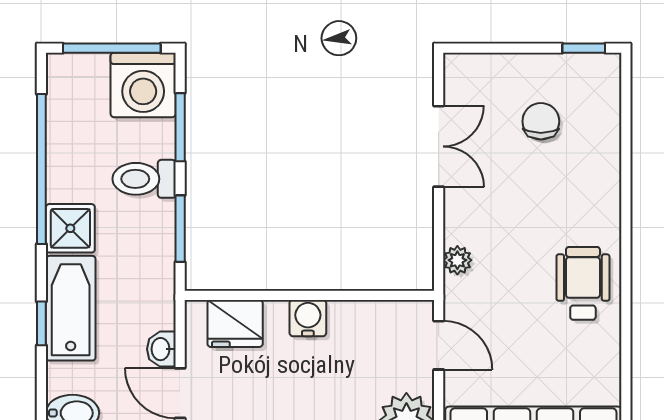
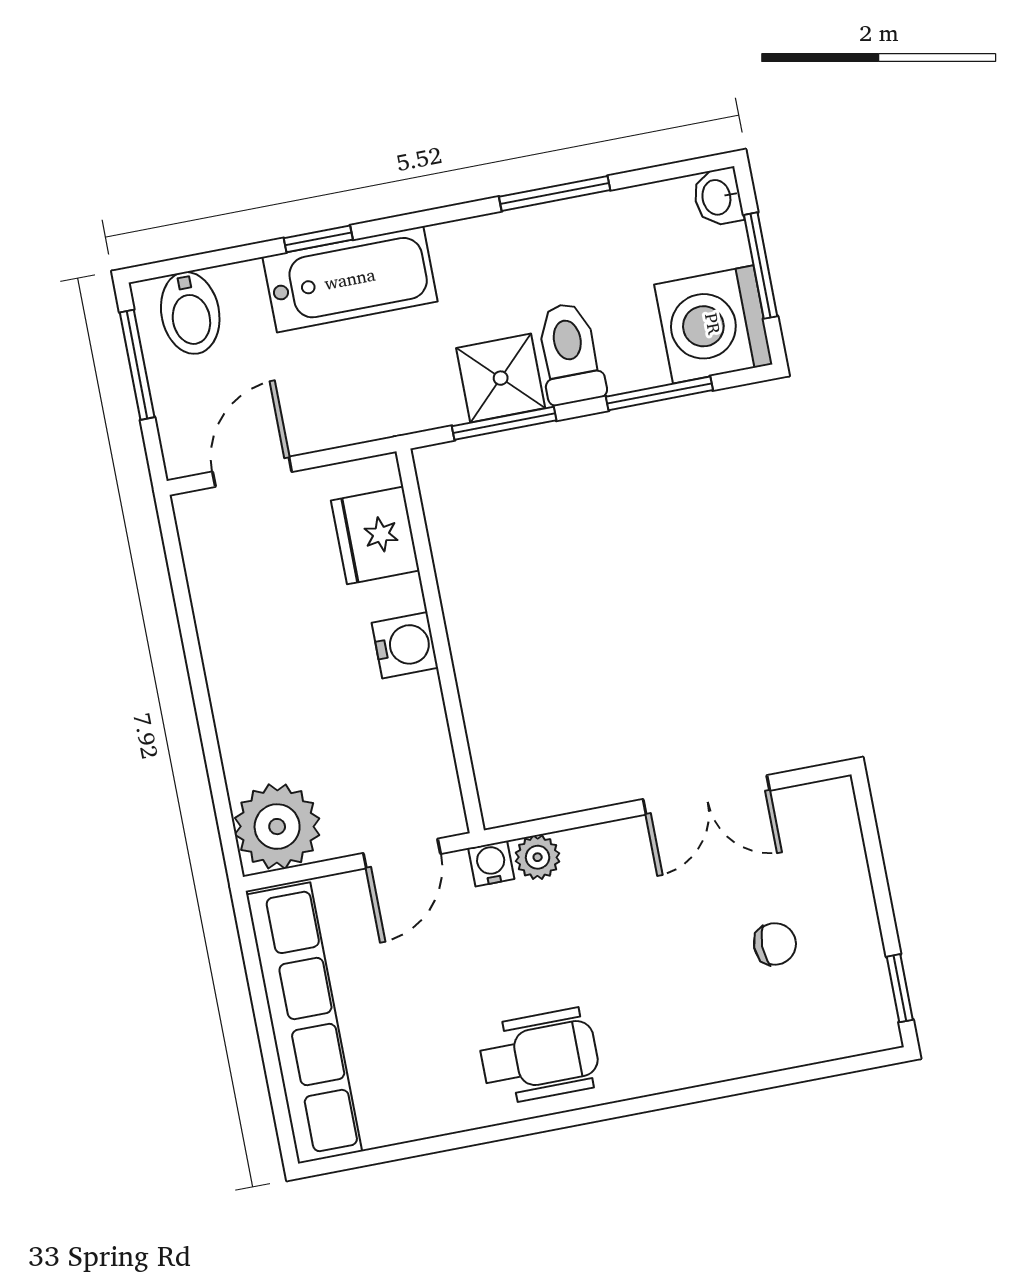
window: (112, 48) -> (761, 266), width x0.69
chair: (541, 121) -> (775, 944), width x0.73, depth x0.73
window: (41, 169) -> (555, 193), width x0.47
shower: (70, 228) -> (501, 378), moved
water cooler: (456, 290) -> (491, 864), added
washbasin: (161, 349) -> (718, 197), moved, turned -90

